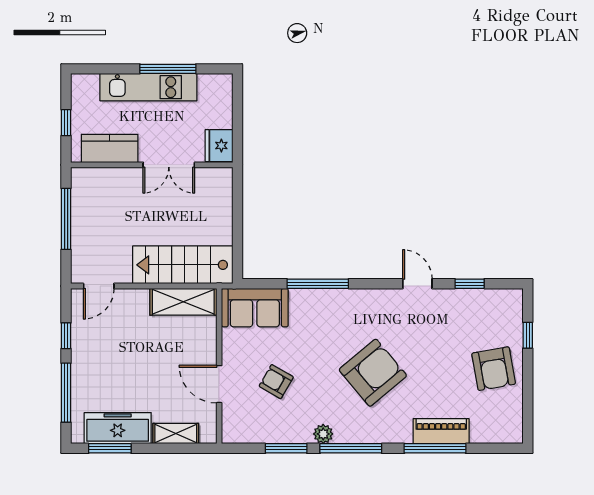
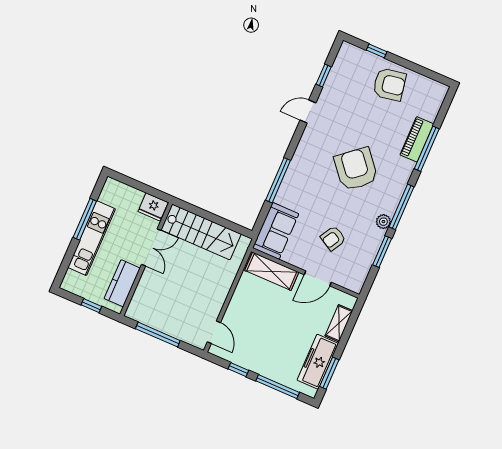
stairs: (183, 265) -> (201, 232), moved, turned -90
shelving: (183, 302) -> (272, 271), moved, turned 90

